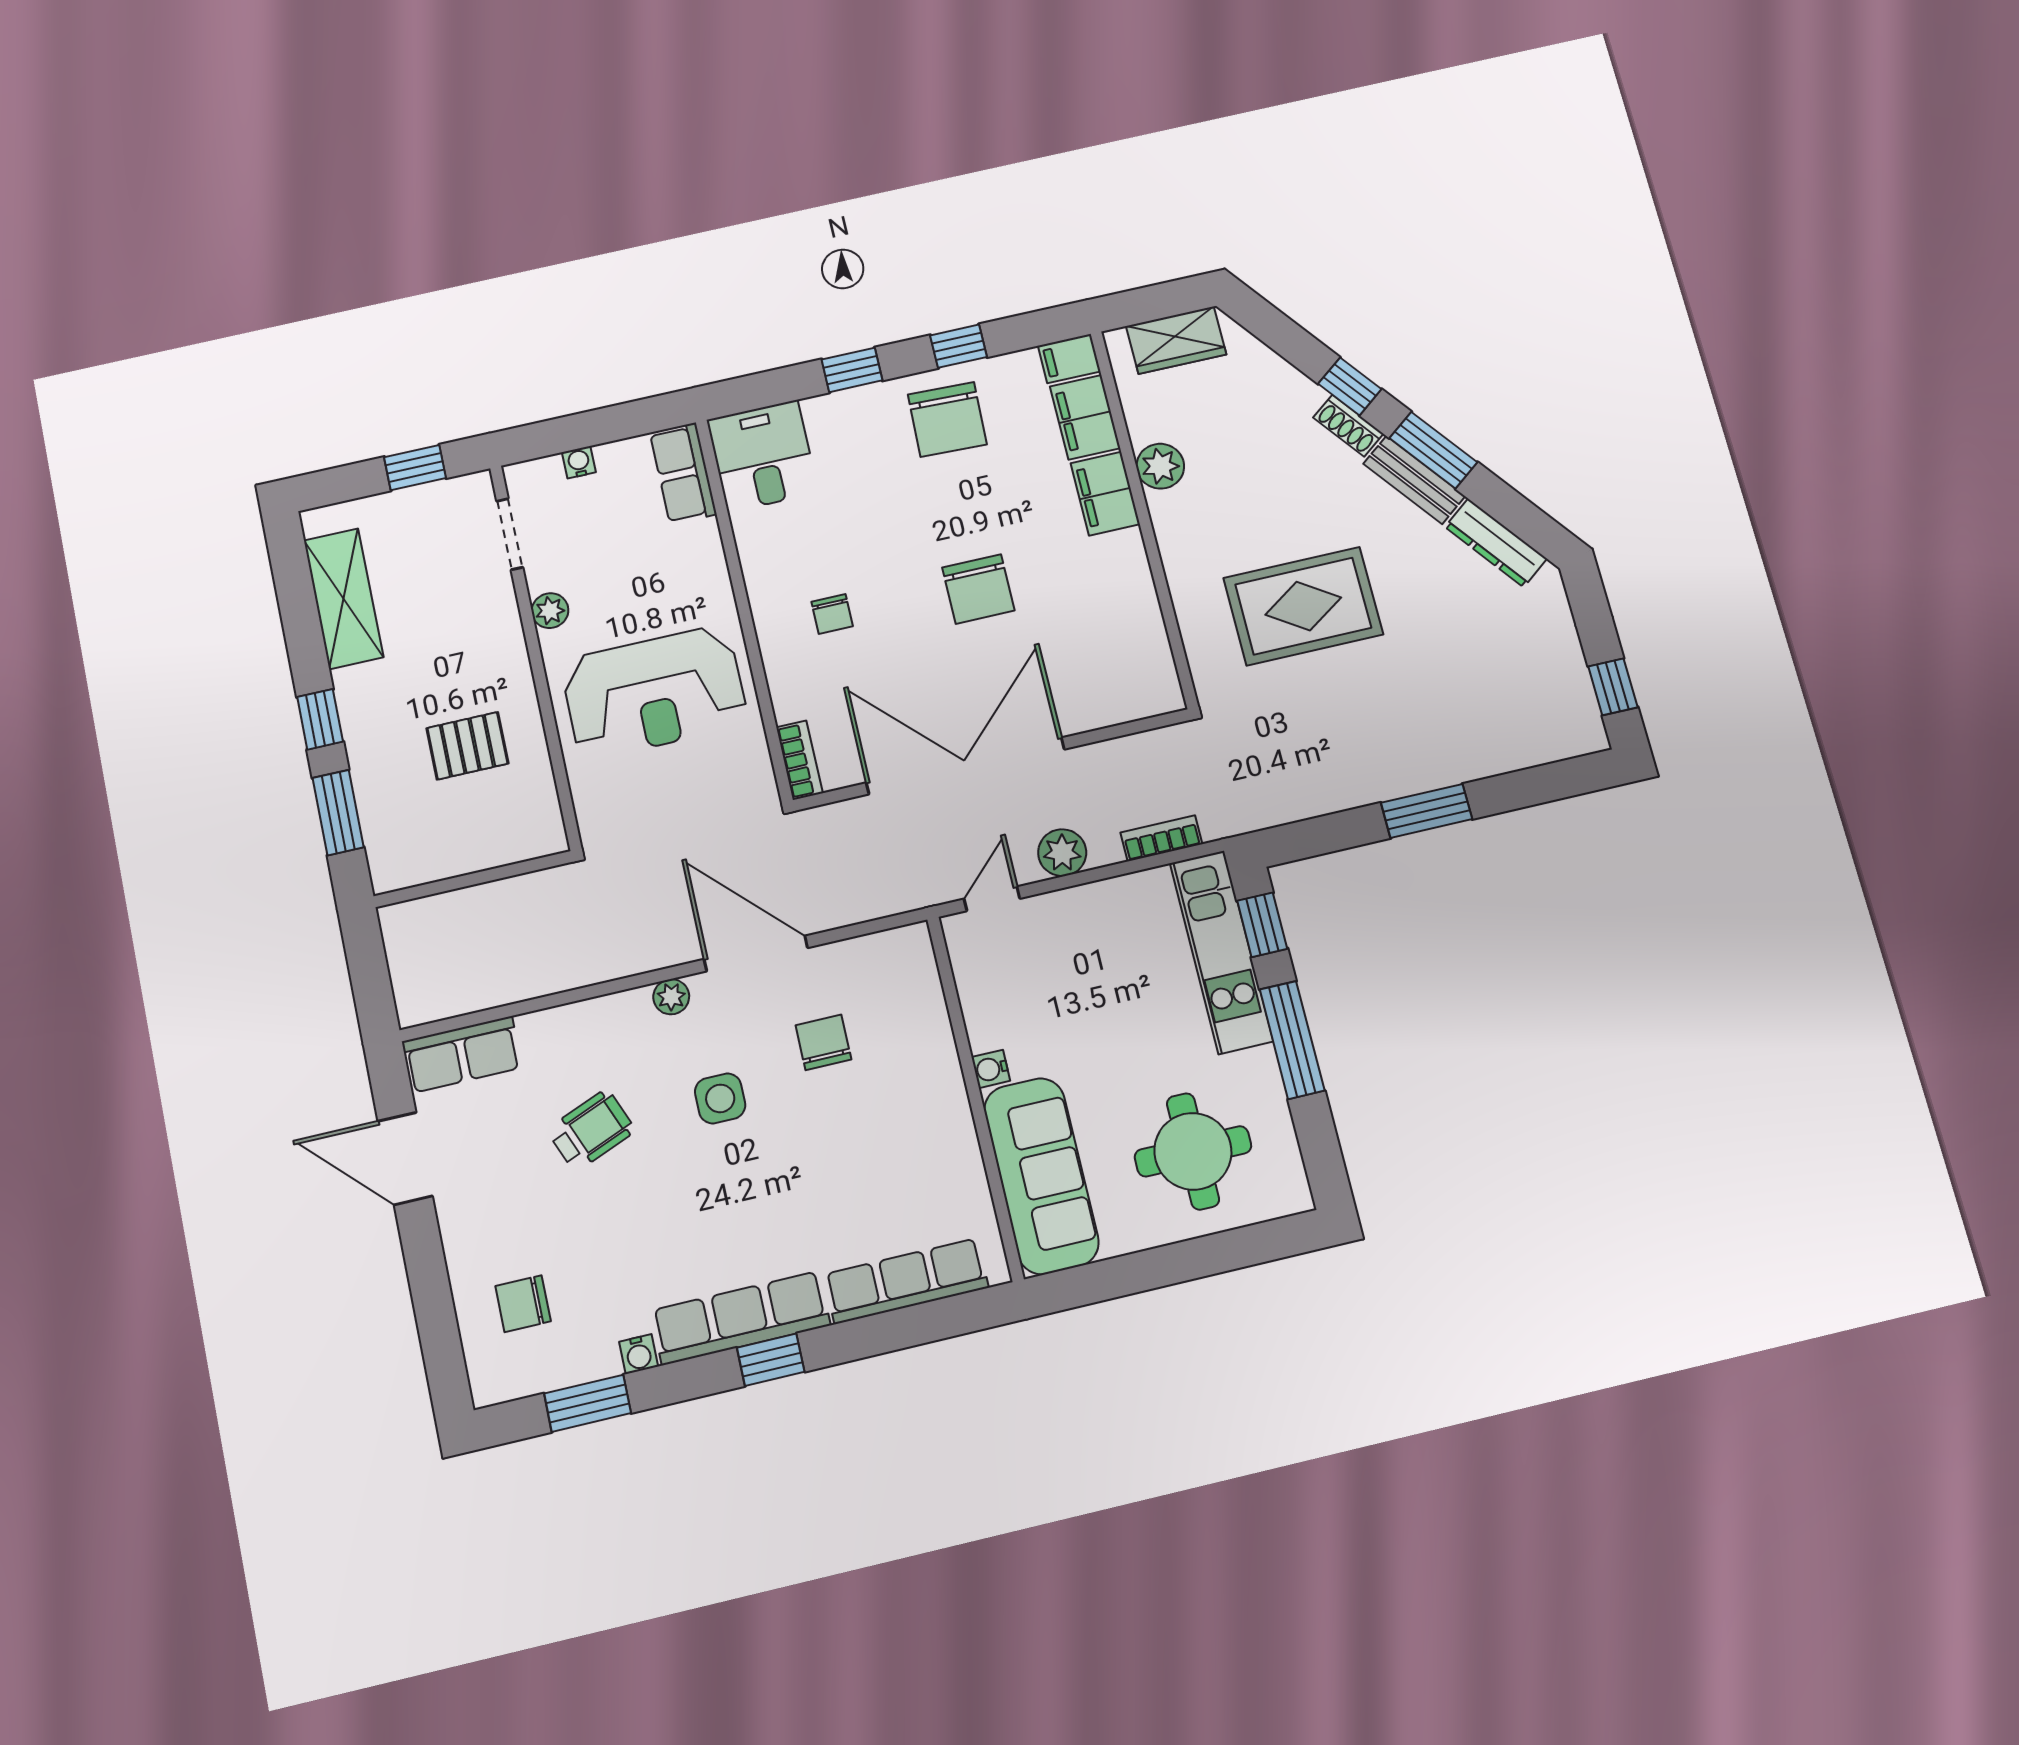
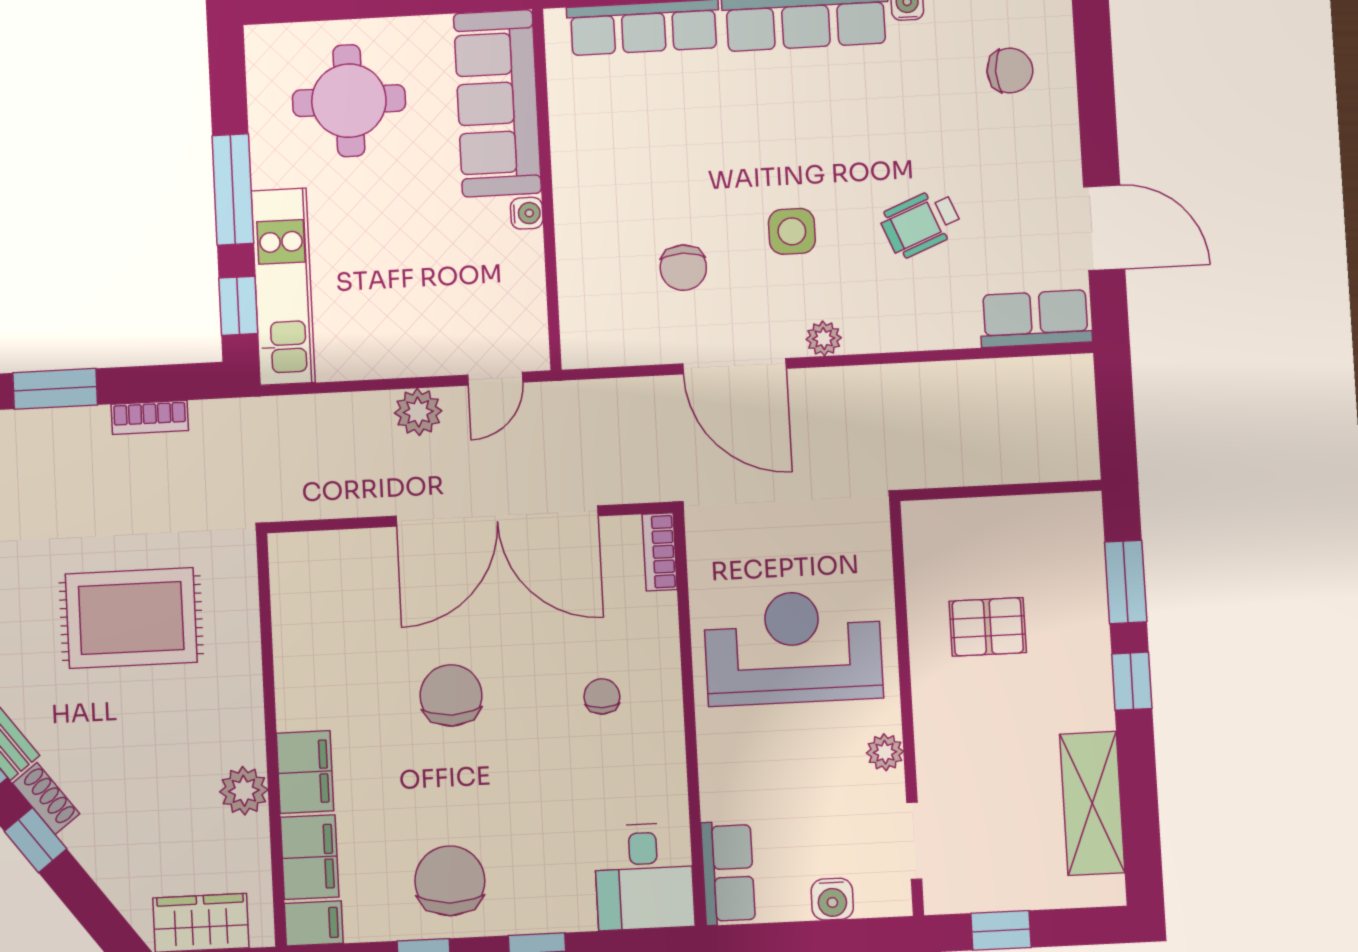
water cooler: (579, 462) -> (832, 899), width x1.38, depth x1.38
bookcase: (1161, 838) -> (150, 417), moved

